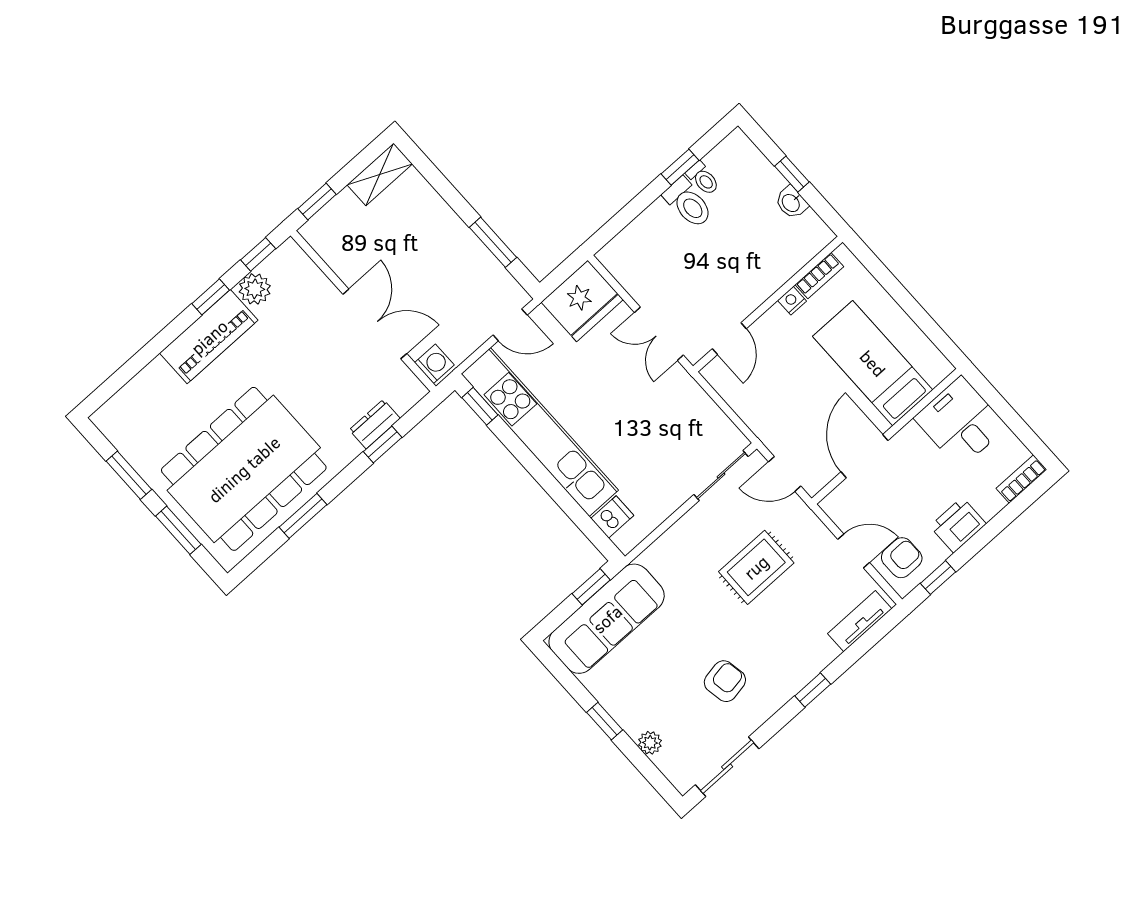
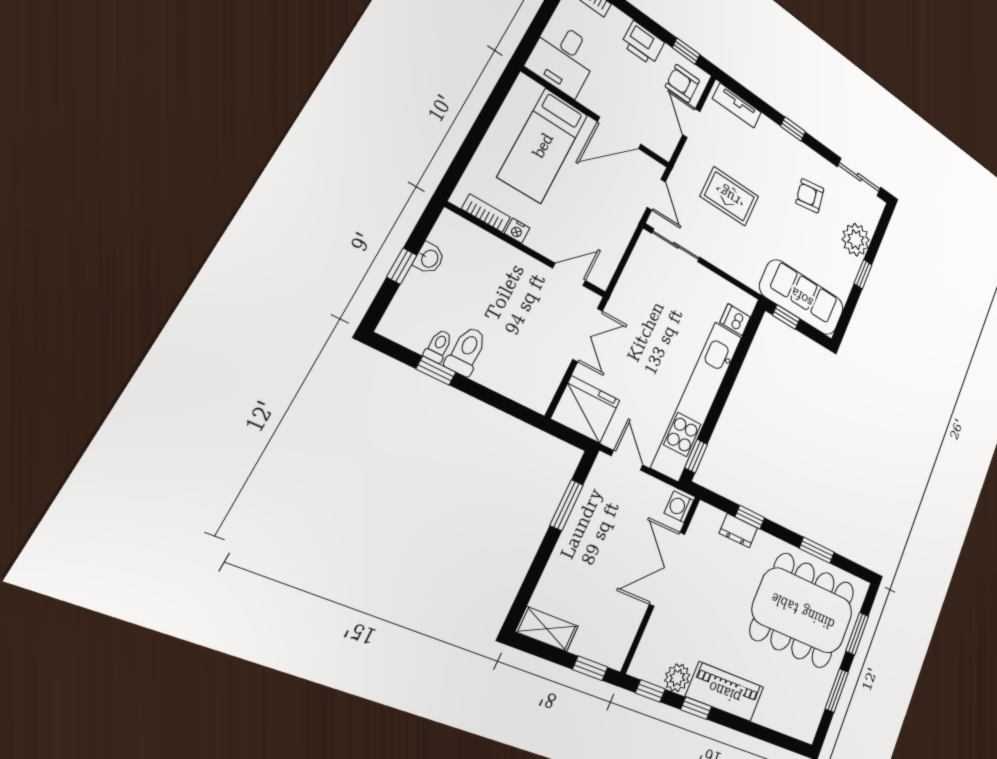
plant: (650, 743) -> (856, 240), width x1.88, depth x1.88

